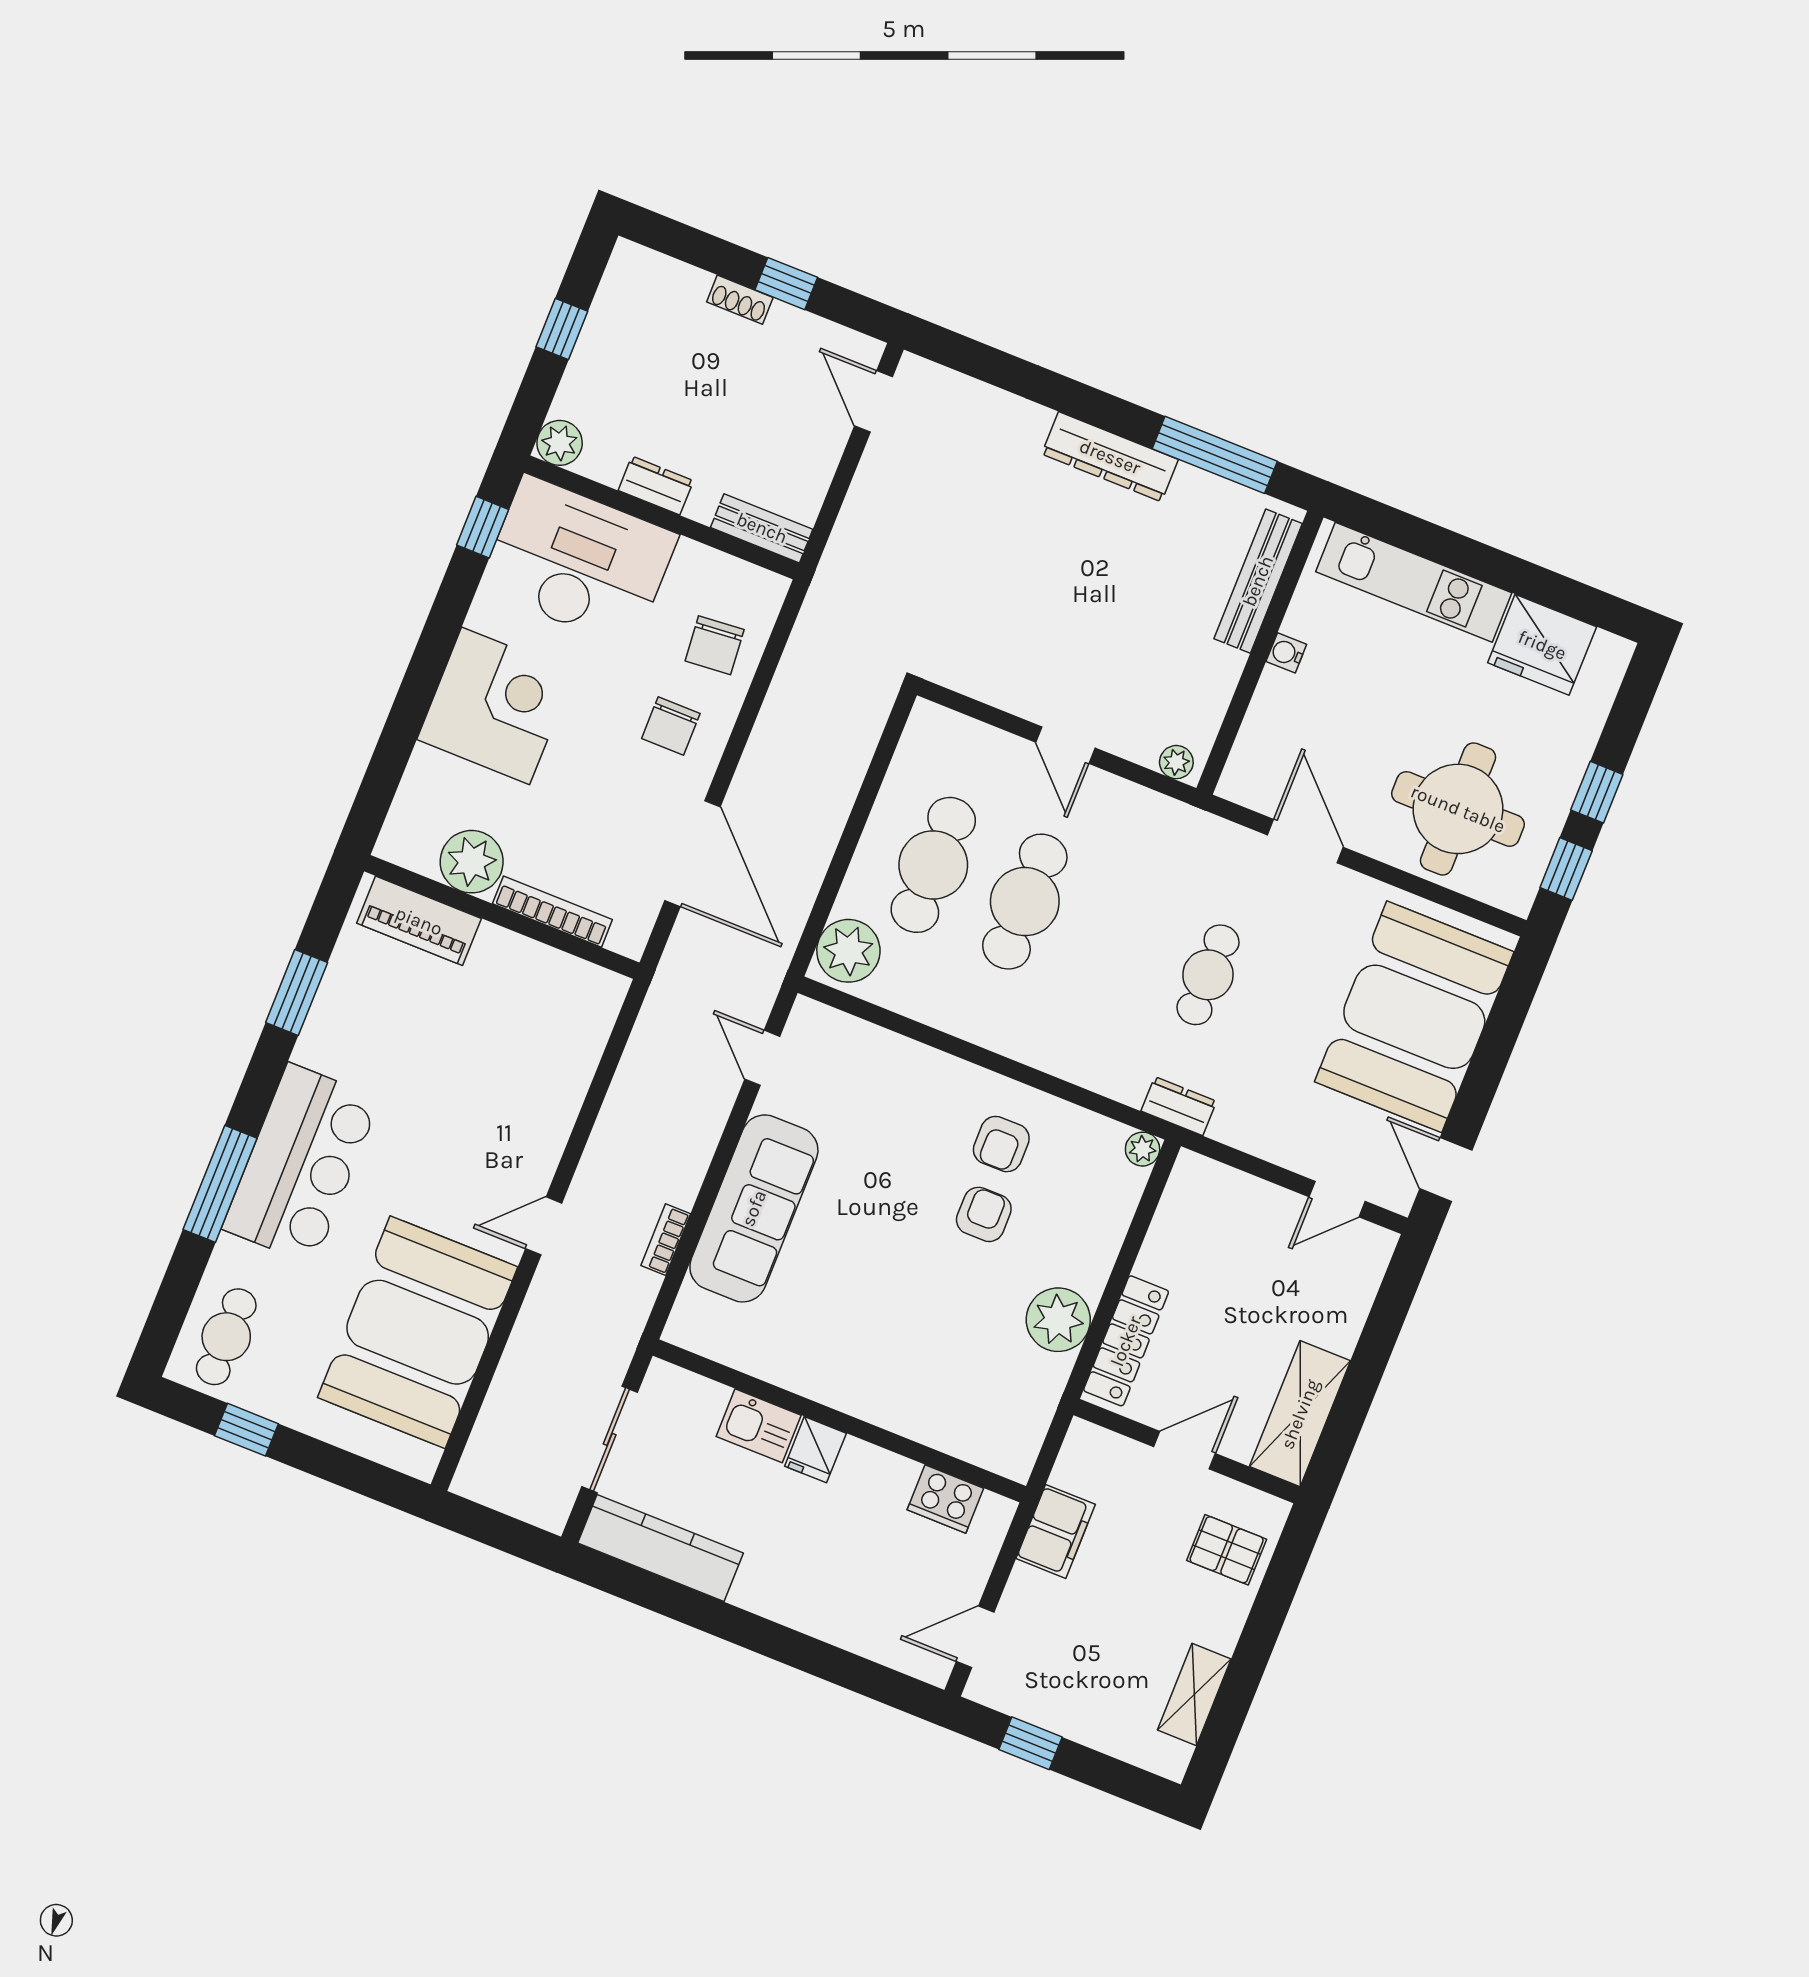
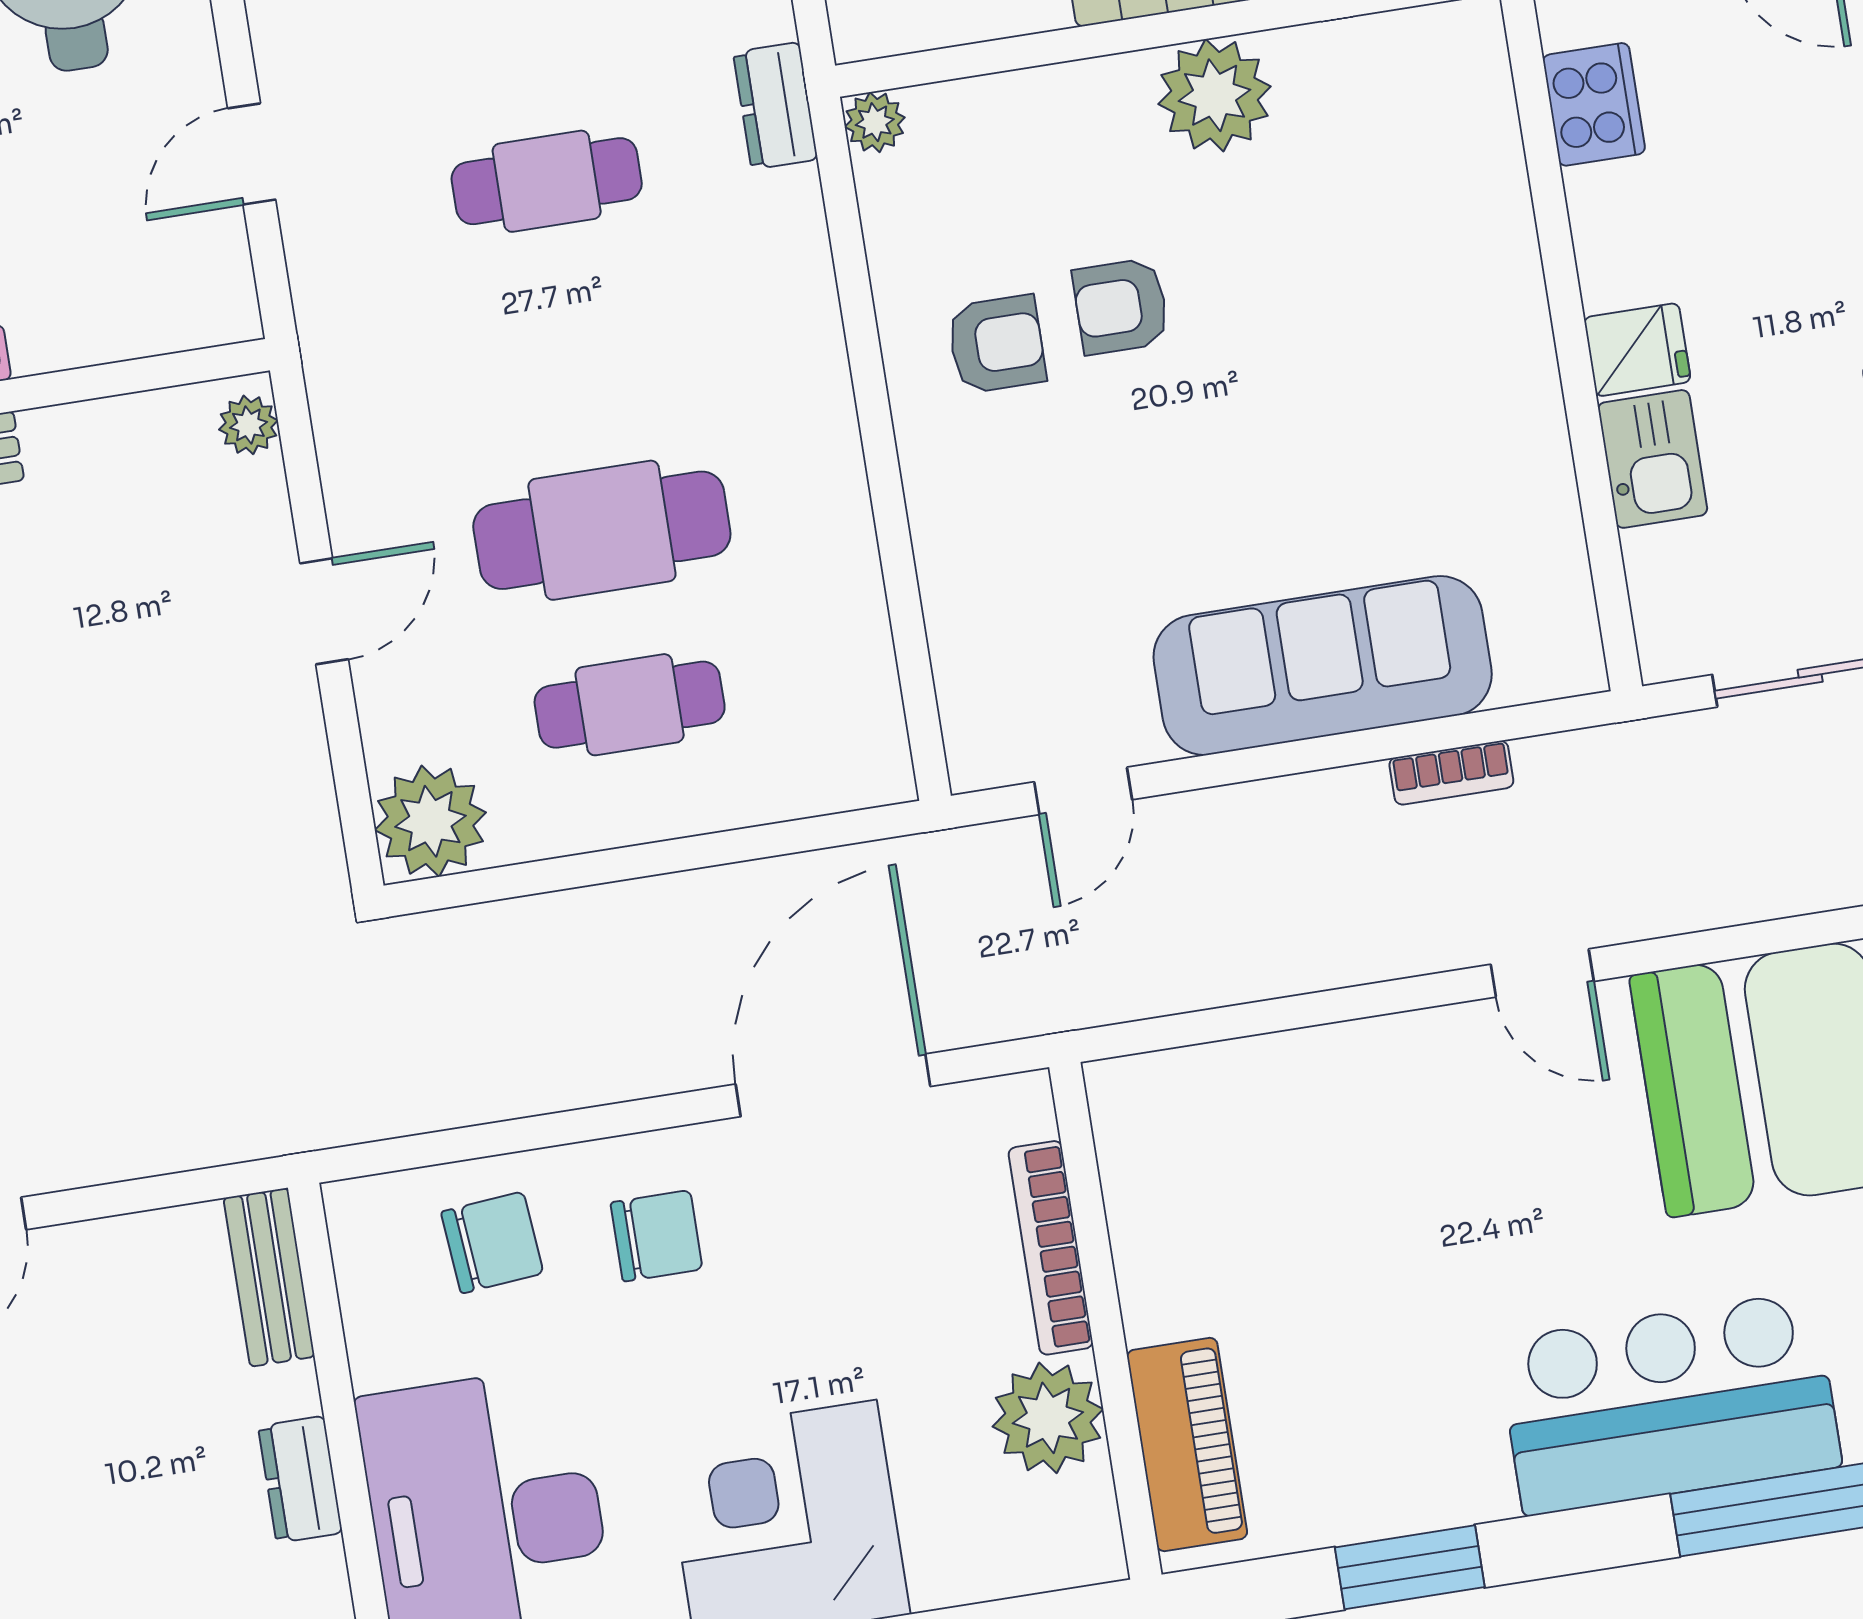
door: (1305, 841) -> (252, 154), width x0.73
cafe table: (933, 865) -> (630, 705), width x0.73, depth x0.74
plant: (848, 951) -> (430, 821), moved

